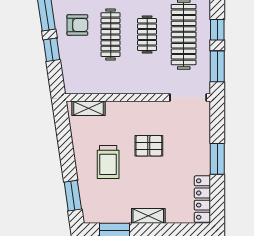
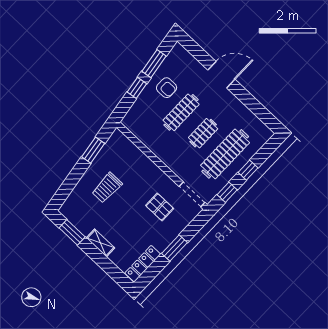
window: (217, 66) -> (227, 192), width x0.67
shelving: (89, 108) -> (126, 144), removed
pallet: (149, 146) -> (160, 207), moved
window: (73, 196) -> (93, 150), moved

